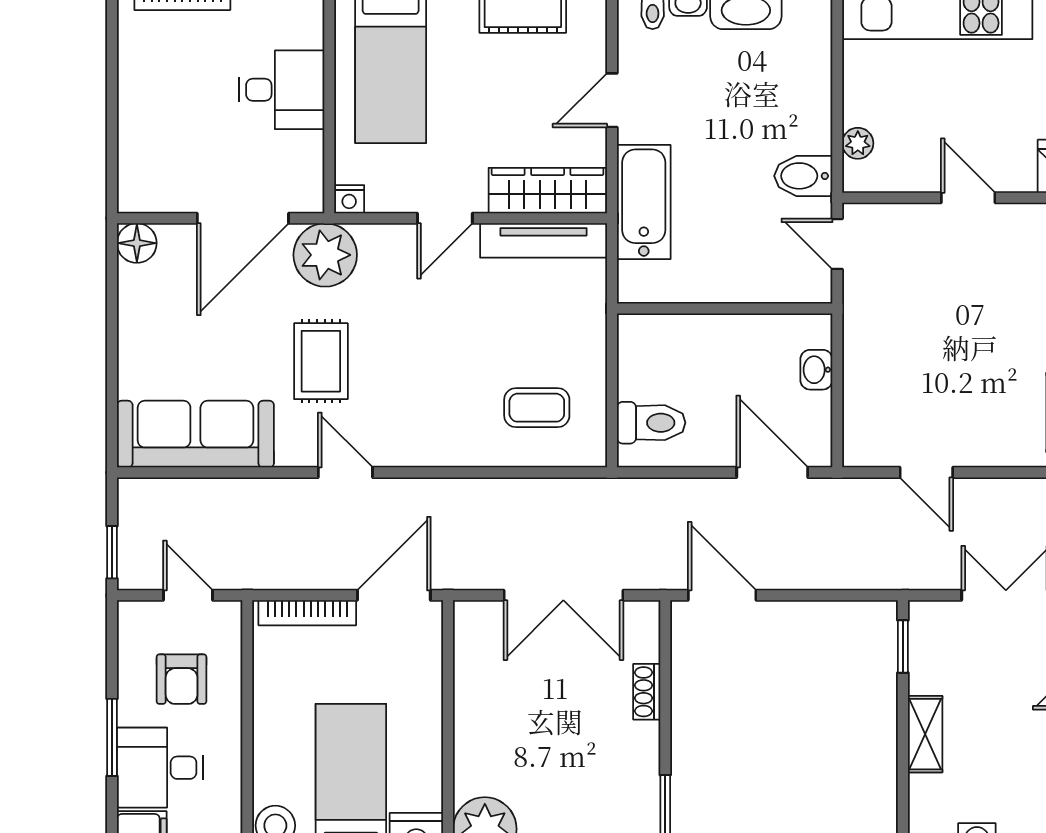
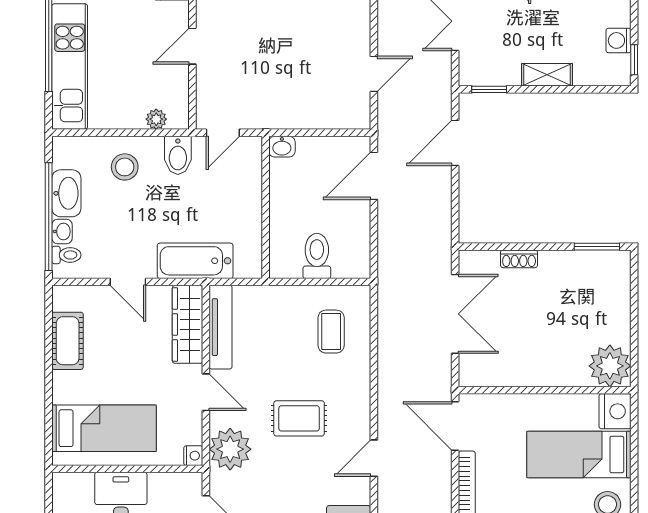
stool: (786, 96) -> (125, 167), added
plant: (325, 255) -> (230, 449), moved
rug: (321, 361) -> (299, 418), moved
washbasin: (816, 370) -> (282, 147), moved
toilet: (651, 423) -> (317, 256), moved
door: (722, 595) -> (455, 143), moved

